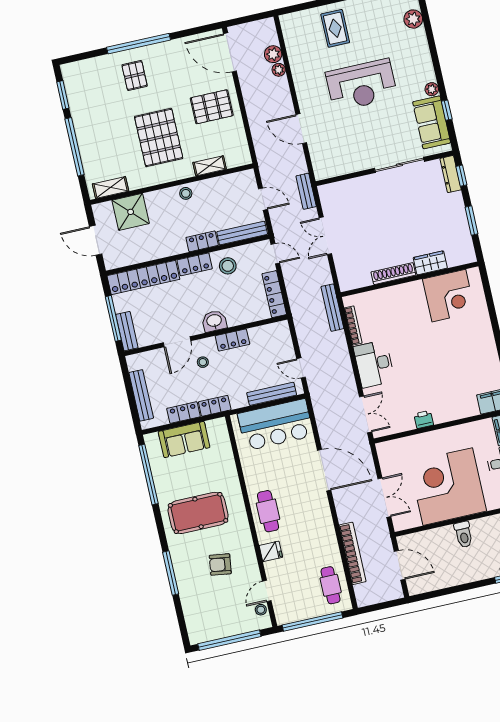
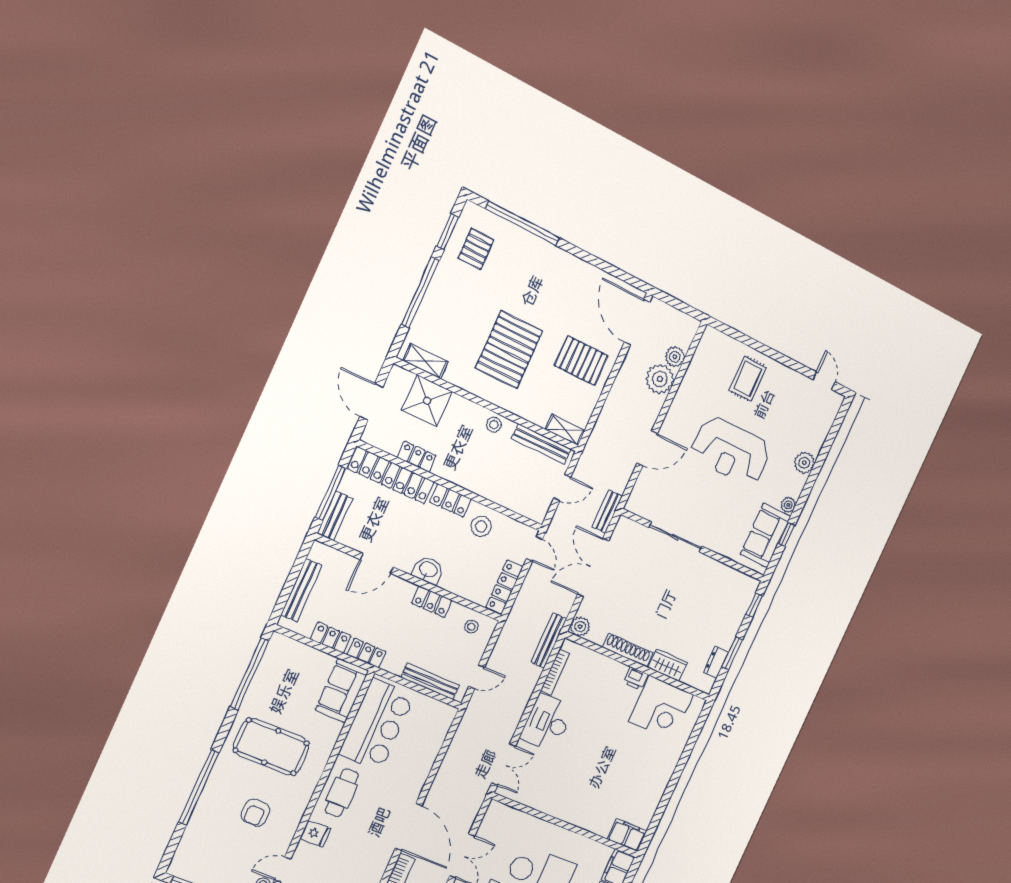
plant: (413, 19) -> (804, 463), moved
window: (139, 44) -> (522, 223), moved
plant: (279, 70) -> (660, 379), width x1.87, depth x1.87
pallet: (135, 76) -> (476, 249), moved
door: (301, 129) -> (647, 448), swing flipped
sliding door: (399, 165) -> (675, 537), moved
shelving: (210, 166) -> (565, 430), moved
dresser: (451, 174) -> (716, 662), moved, width x0.70
door: (263, 199) -> (562, 488), hinge flipped
bench: (242, 233) -> (541, 444), moved
double door: (325, 236) -> (593, 567), width x1.37
locker: (202, 241) -> (417, 457), moved
plant: (347, 282) -> (580, 627), added
stool: (203, 362) -> (471, 627), moved
door: (301, 368) -> (477, 677), swing flipped
printer: (424, 419) -> (636, 679), moved, turned 180
bar counter: (276, 425) -> (377, 725), moved, turned -90
sofa: (184, 439) -> (342, 691), moved, turned 90
door: (324, 470) -> (409, 827), moved
armchair: (220, 565) -> (255, 813), turned -96
window: (171, 573) -> (199, 787), width x1.46

